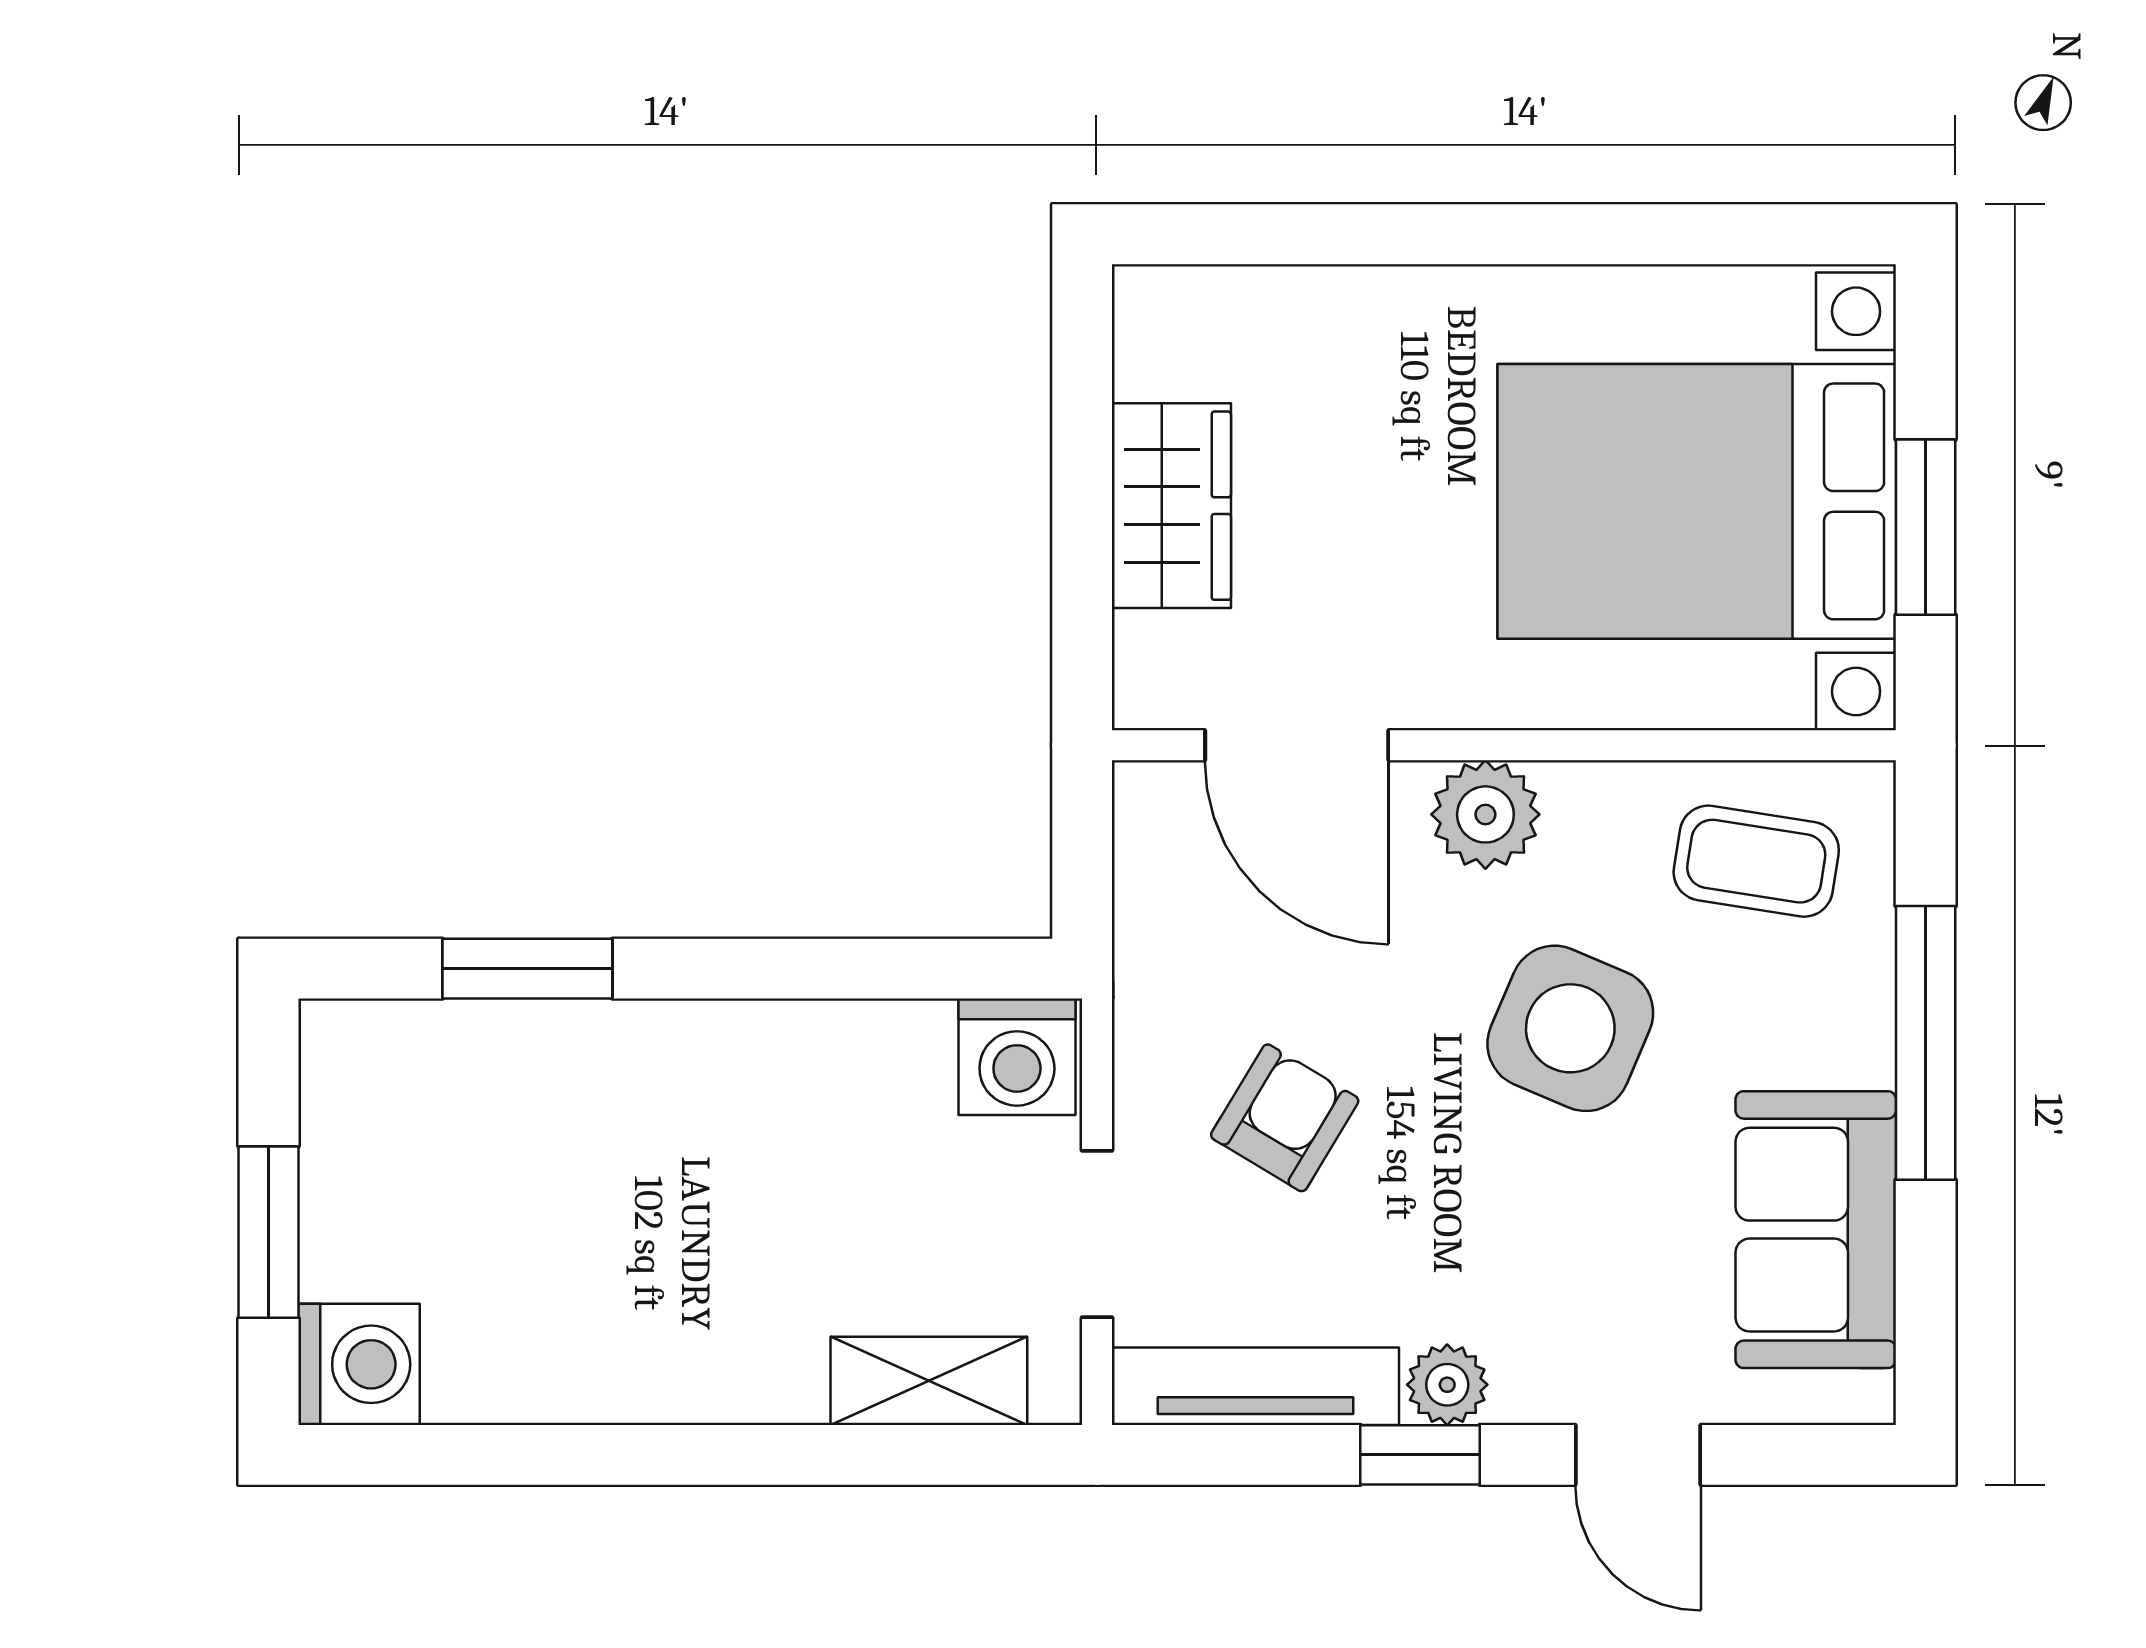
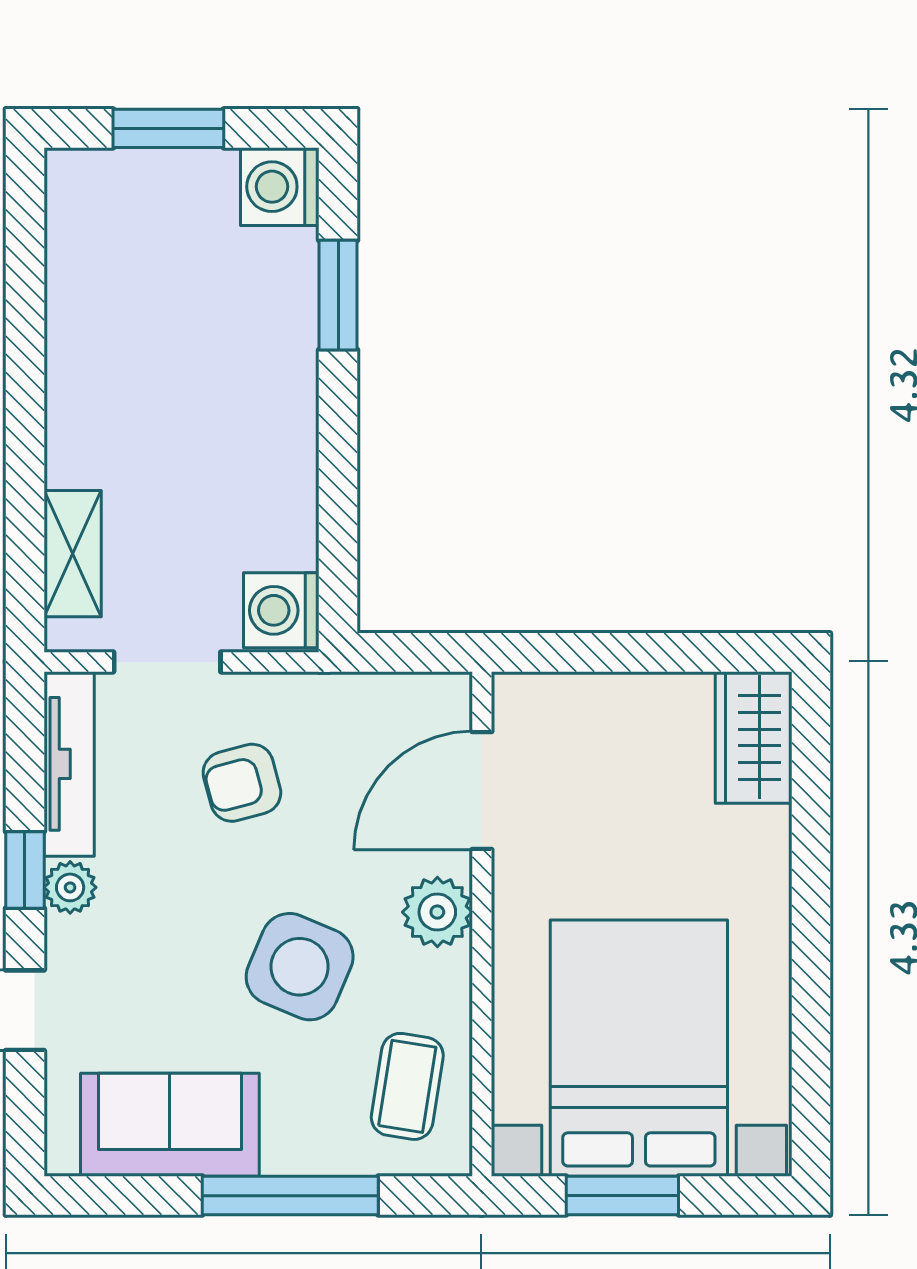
wardrobe: (1171, 506) -> (754, 737), moved, turned 90
armchair: (1285, 1118) -> (242, 783), turned 134
washing machine: (359, 1364) -> (280, 187), moved, turned 90

